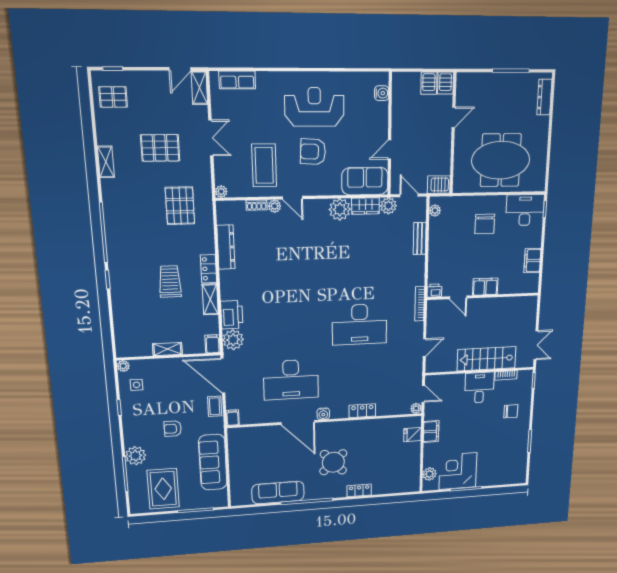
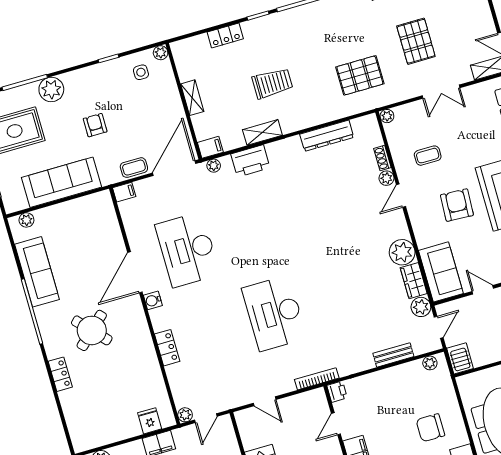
coffee table: (264, 165) -> (428, 156), width x0.54, depth x0.58
locker: (209, 269) -> (225, 35), moved, turned 180
plant: (233, 340) -> (214, 166), width x0.53, depth x0.53
plant: (236, 493) -> (26, 220), added

